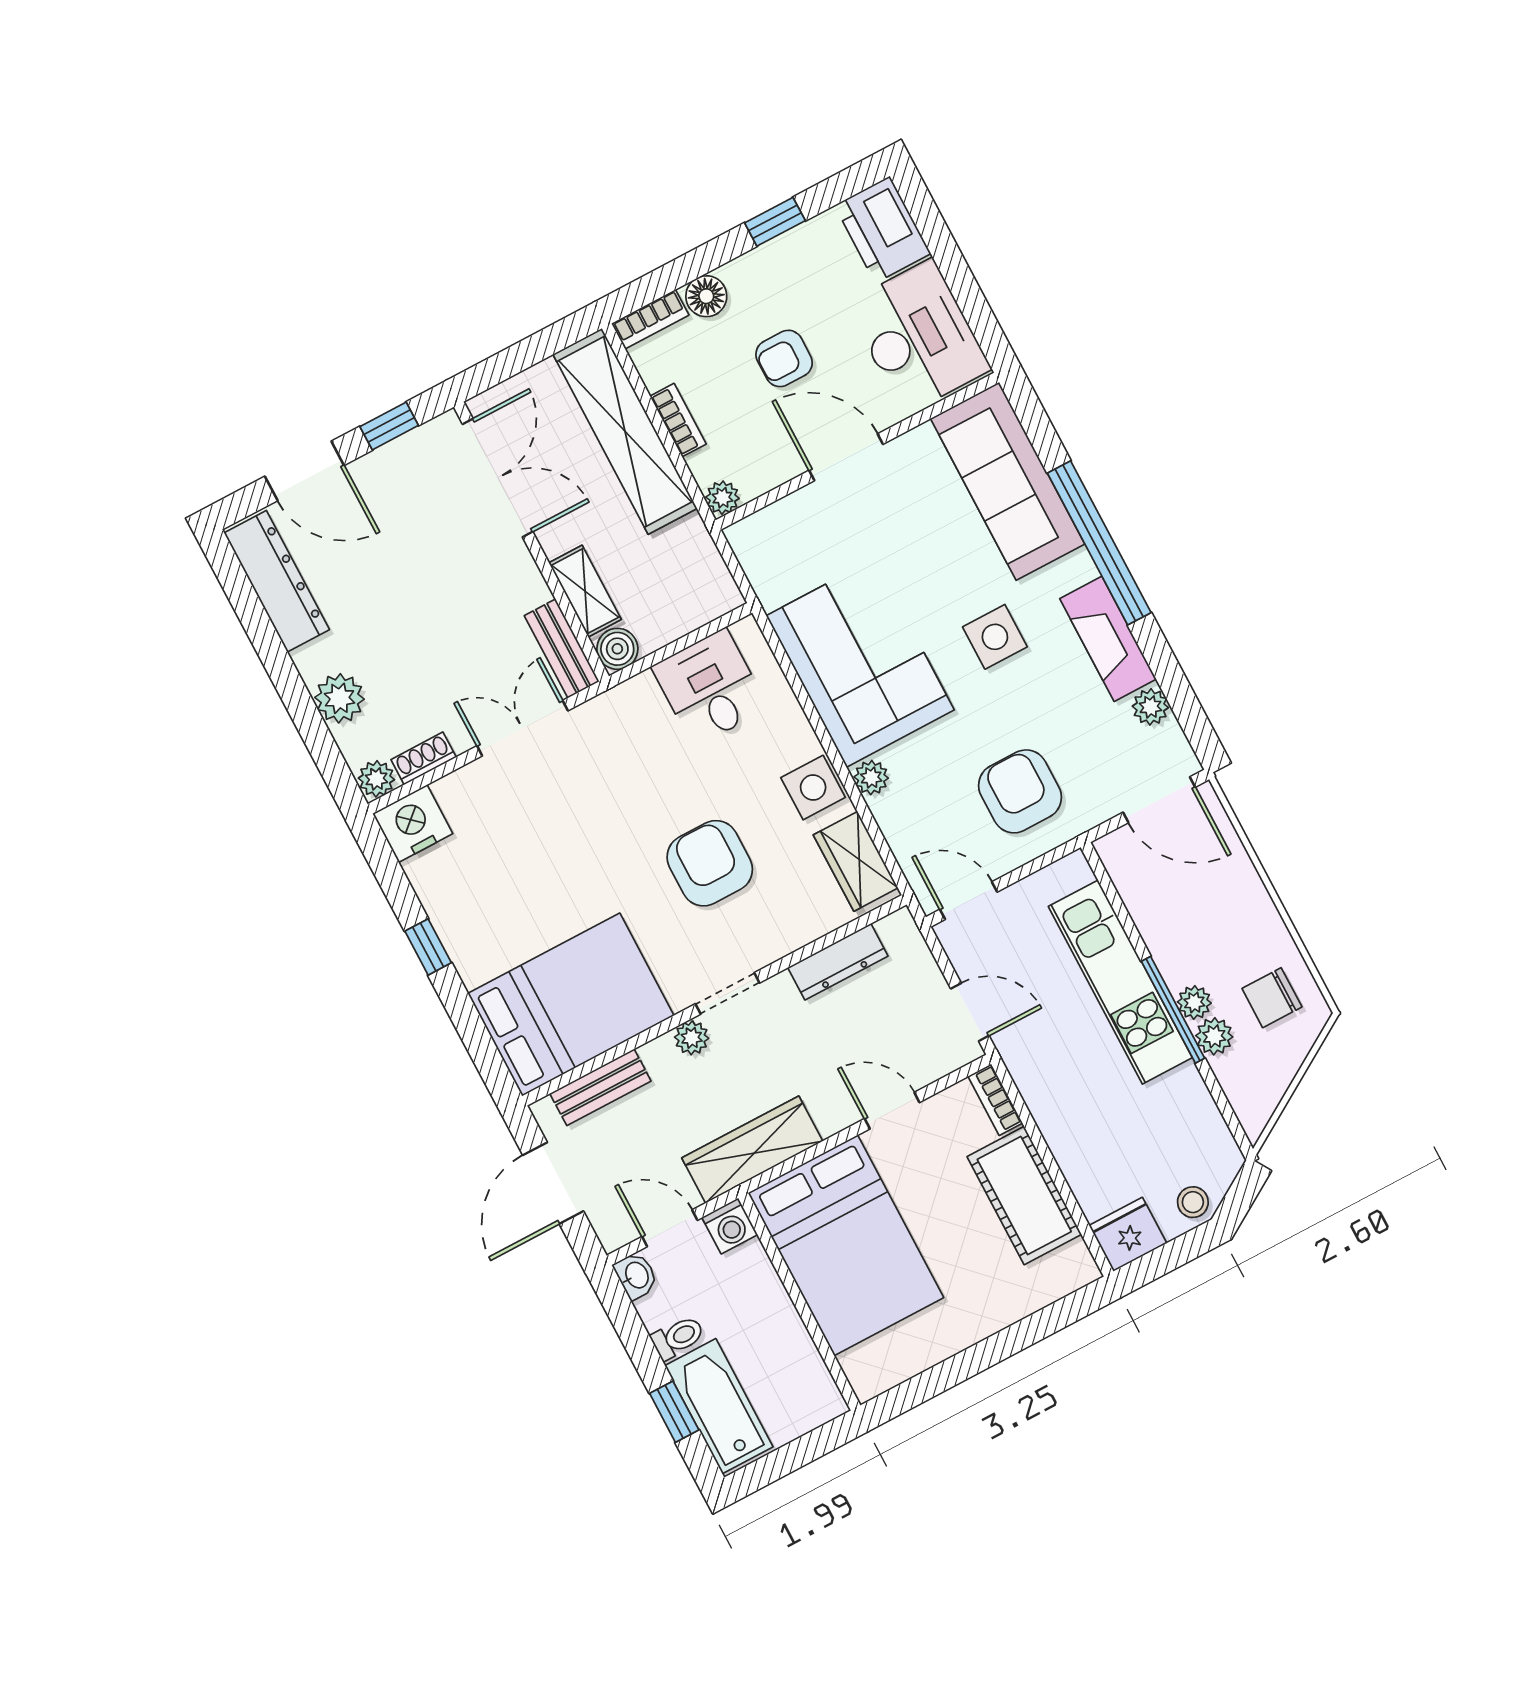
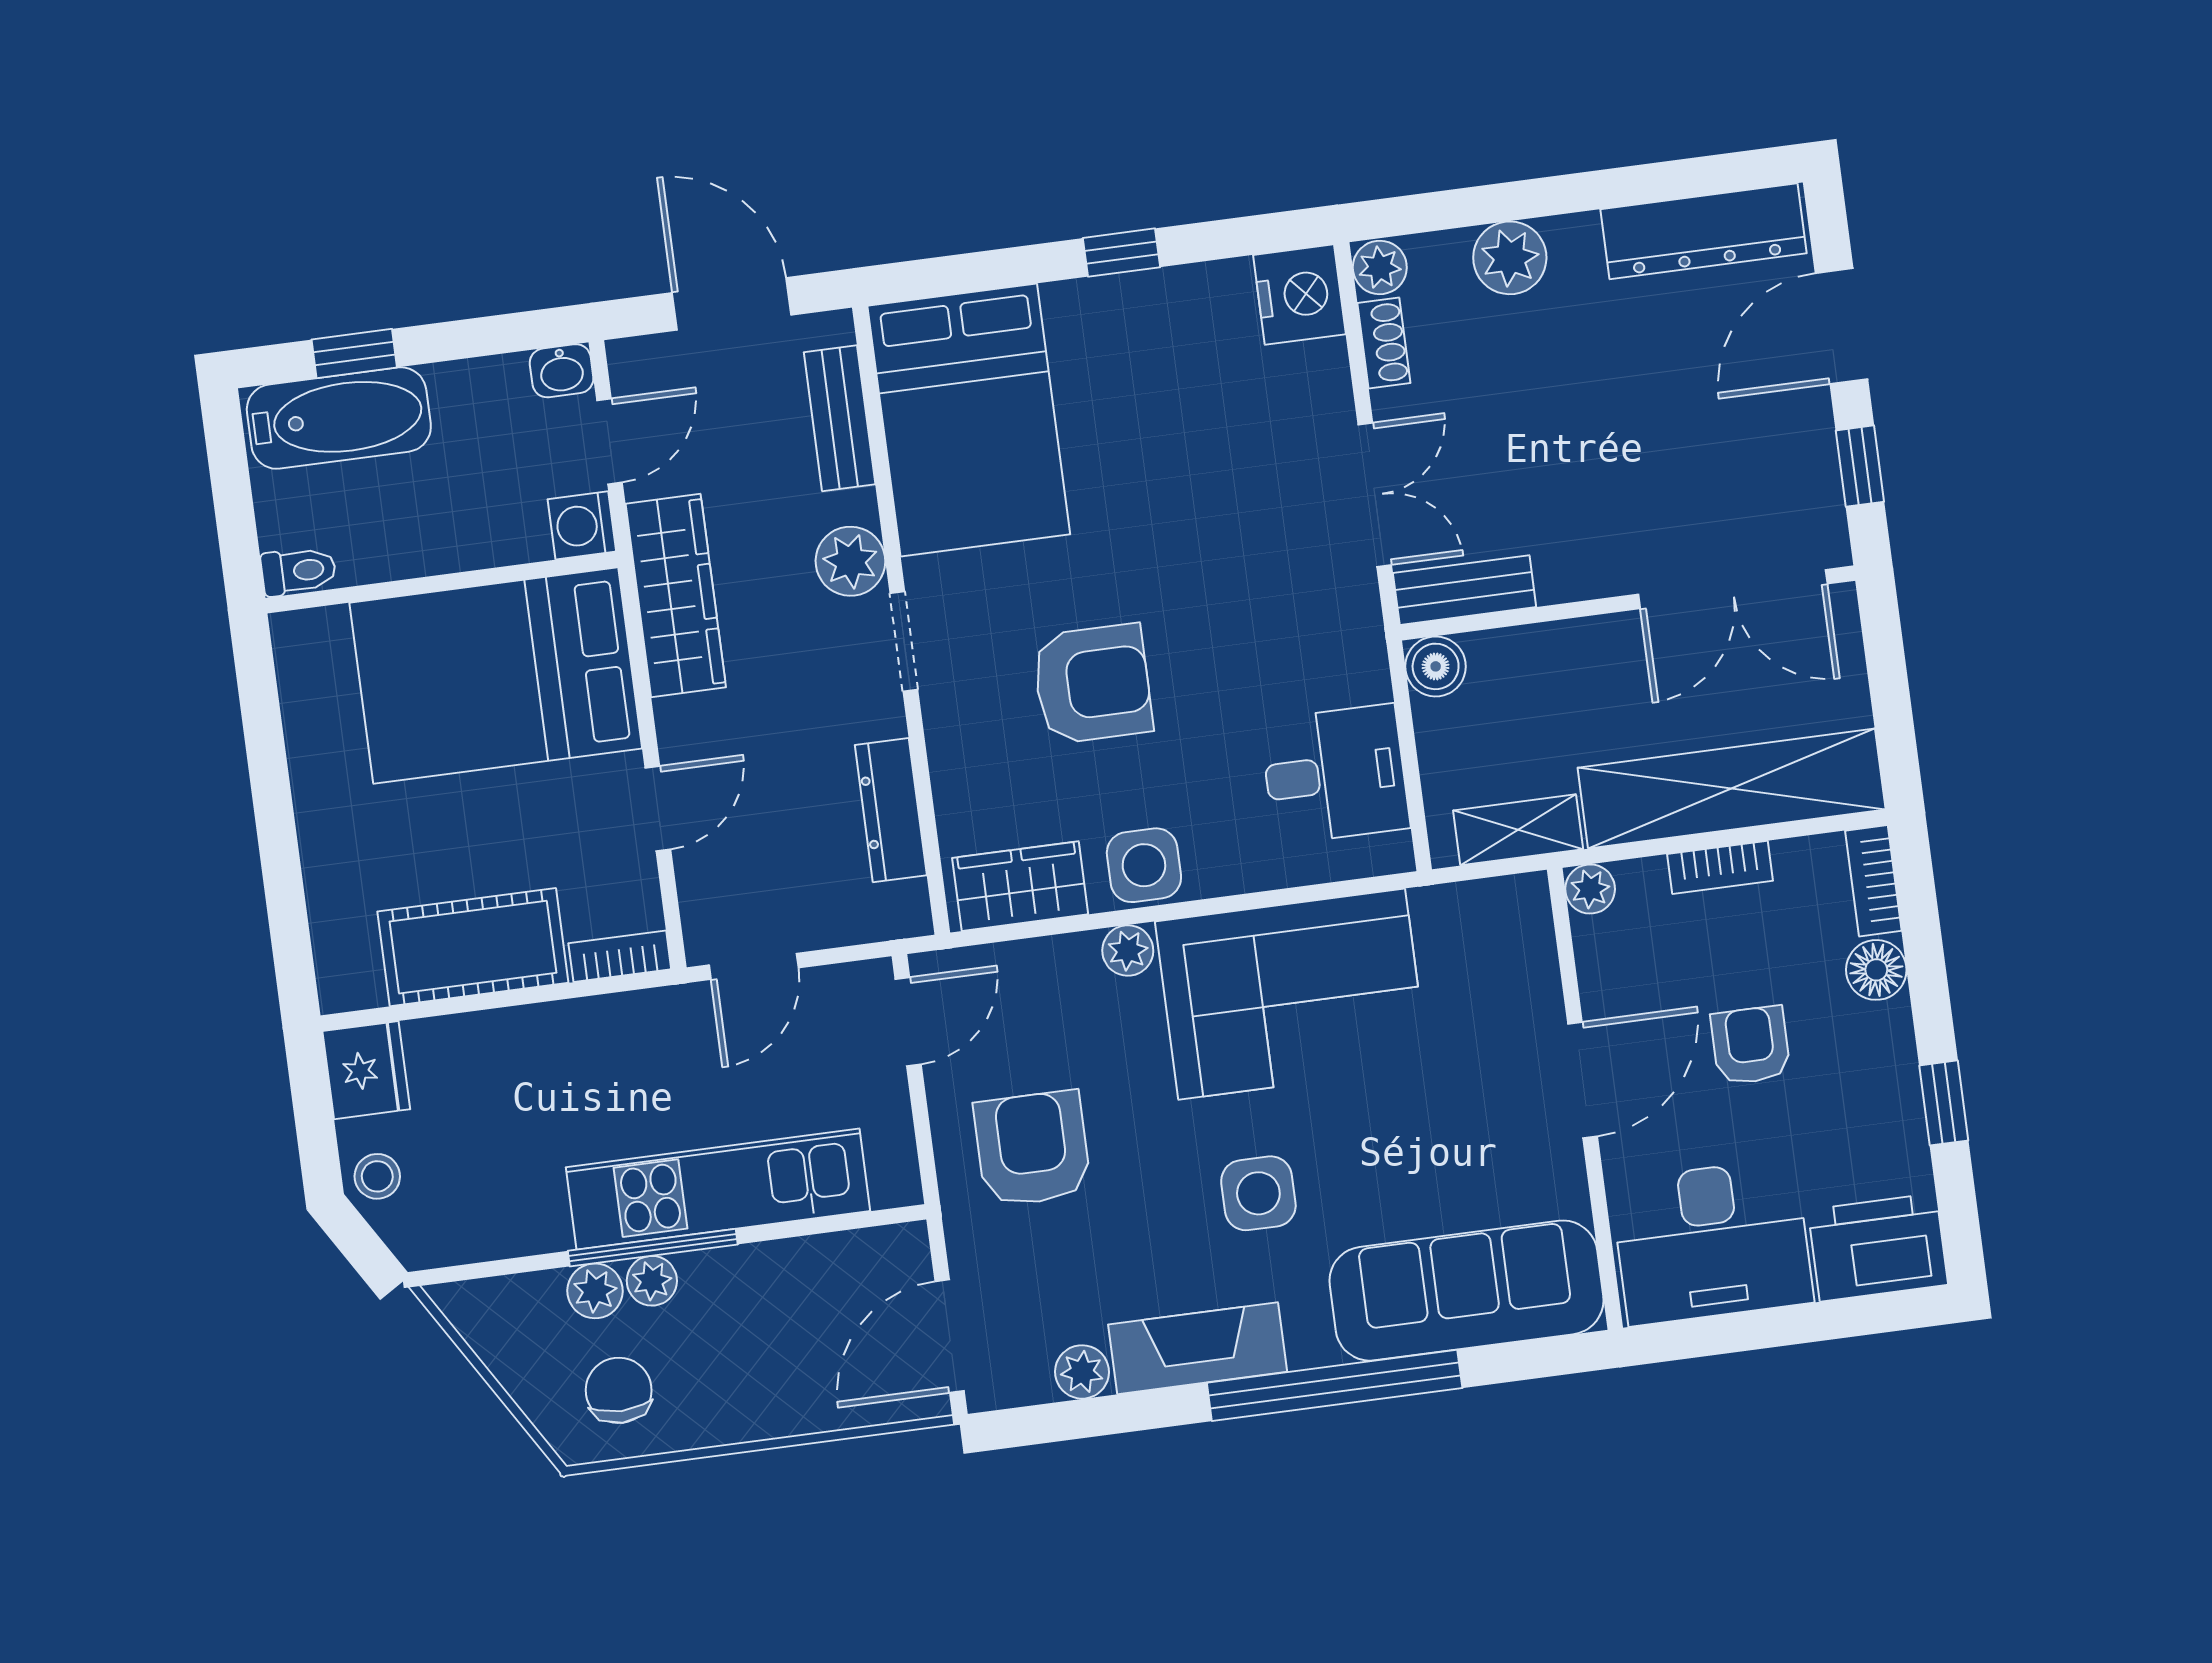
shelving: (585, 591) -> (1518, 830), moved
armchair: (1020, 791) -> (1032, 1149), turned -90
plant: (692, 1038) -> (850, 561), width x1.38, depth x1.38
toilet: (678, 1337) -> (299, 571), moved, turned -90

